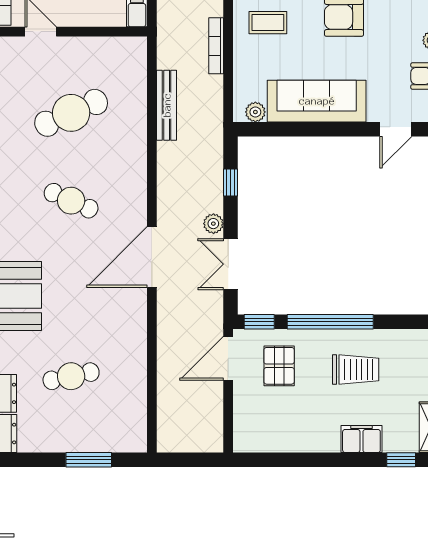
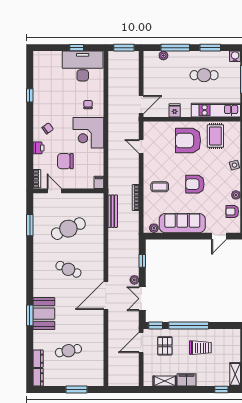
bench: (167, 105) -> (113, 211), moved
filing cabinet: (361, 439) -> (187, 380), moved
shelving: (279, 441) -> (165, 381), added

